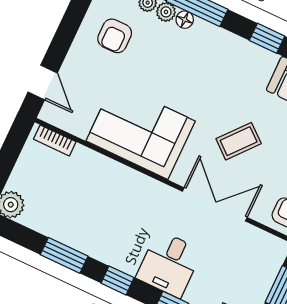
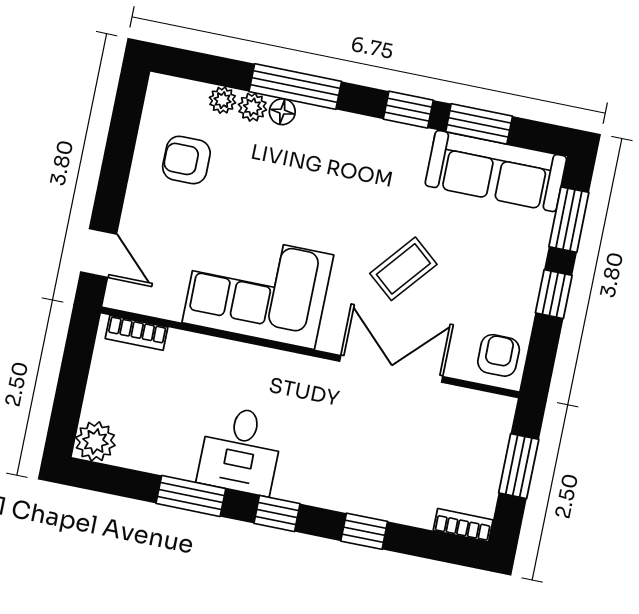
armchair: (115, 36) -> (186, 160), turned 90
desk: (169, 264) -> (241, 450), moved

